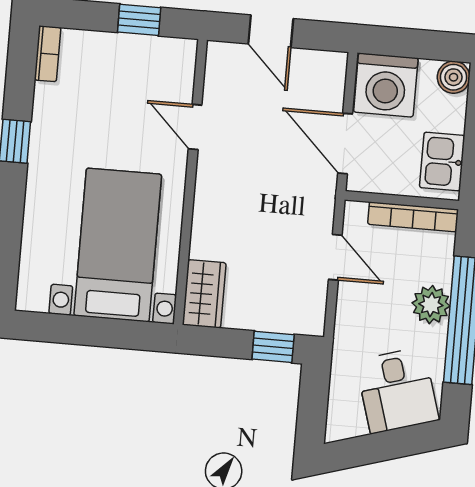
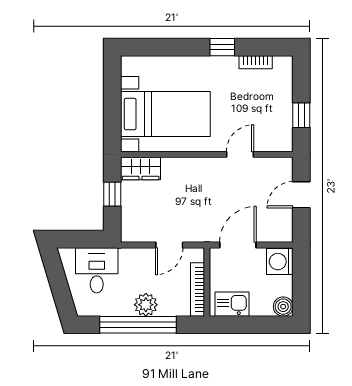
bookcase: (48, 54) -> (256, 62), moved
washing machine: (386, 85) -> (280, 262), width x0.73, depth x0.73
window: (273, 347) -> (112, 194), moved
desk: (397, 390) -> (97, 270), moved, turned 107

